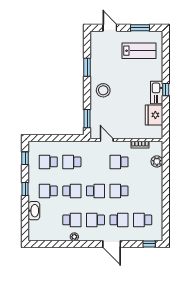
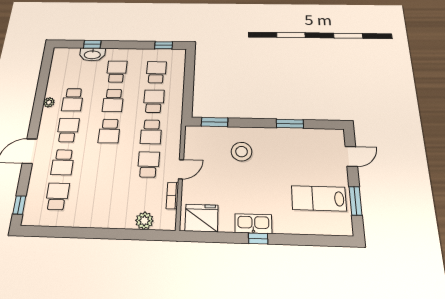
lab bench: (139, 51) -> (319, 198), turned 90
stool: (103, 90) -> (242, 152), moved
fridge: (154, 115) -> (202, 218), moved
door: (107, 140) -> (181, 169), moved
window: (25, 189) -> (92, 44), moved
school desk: (119, 191) -> (151, 132), moved, turned 180

